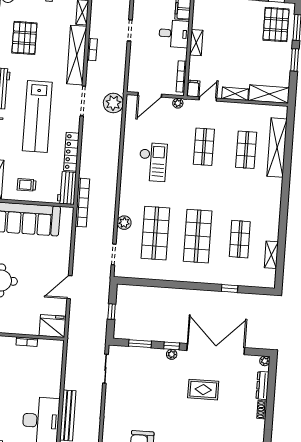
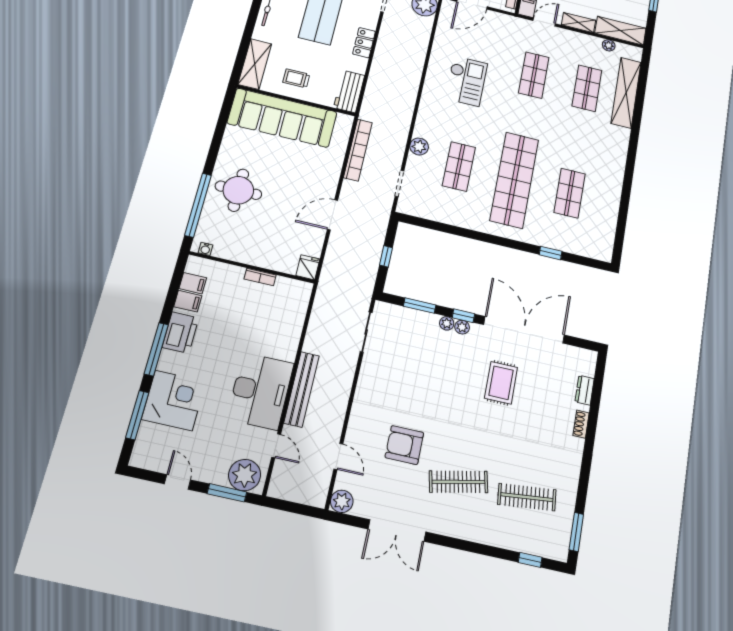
plant: (178, 103) -> (609, 45), moved
locker: (71, 152) -> (364, 43), width x0.66
bookcase: (82, 203) -> (358, 150), moved
shop shelf: (155, 233) -> (459, 167), width x0.70, depth x0.74
shop shelf: (198, 236) -> (514, 180), width x1.40
shelving: (271, 255) -> (609, 220), removed
fridge: (53, 326) -> (308, 267), width x0.53, depth x0.75
plant: (265, 361) -> (447, 323), moved
dresser: (263, 386) -> (585, 390), width x0.70
rug: (203, 390) -> (501, 383), turned 90

